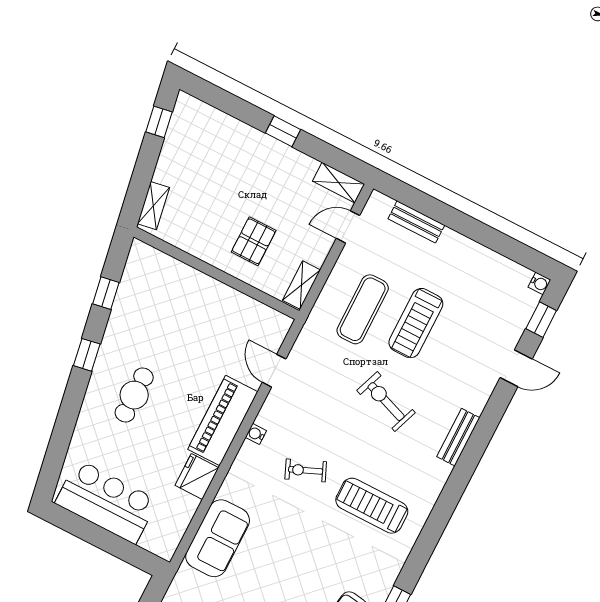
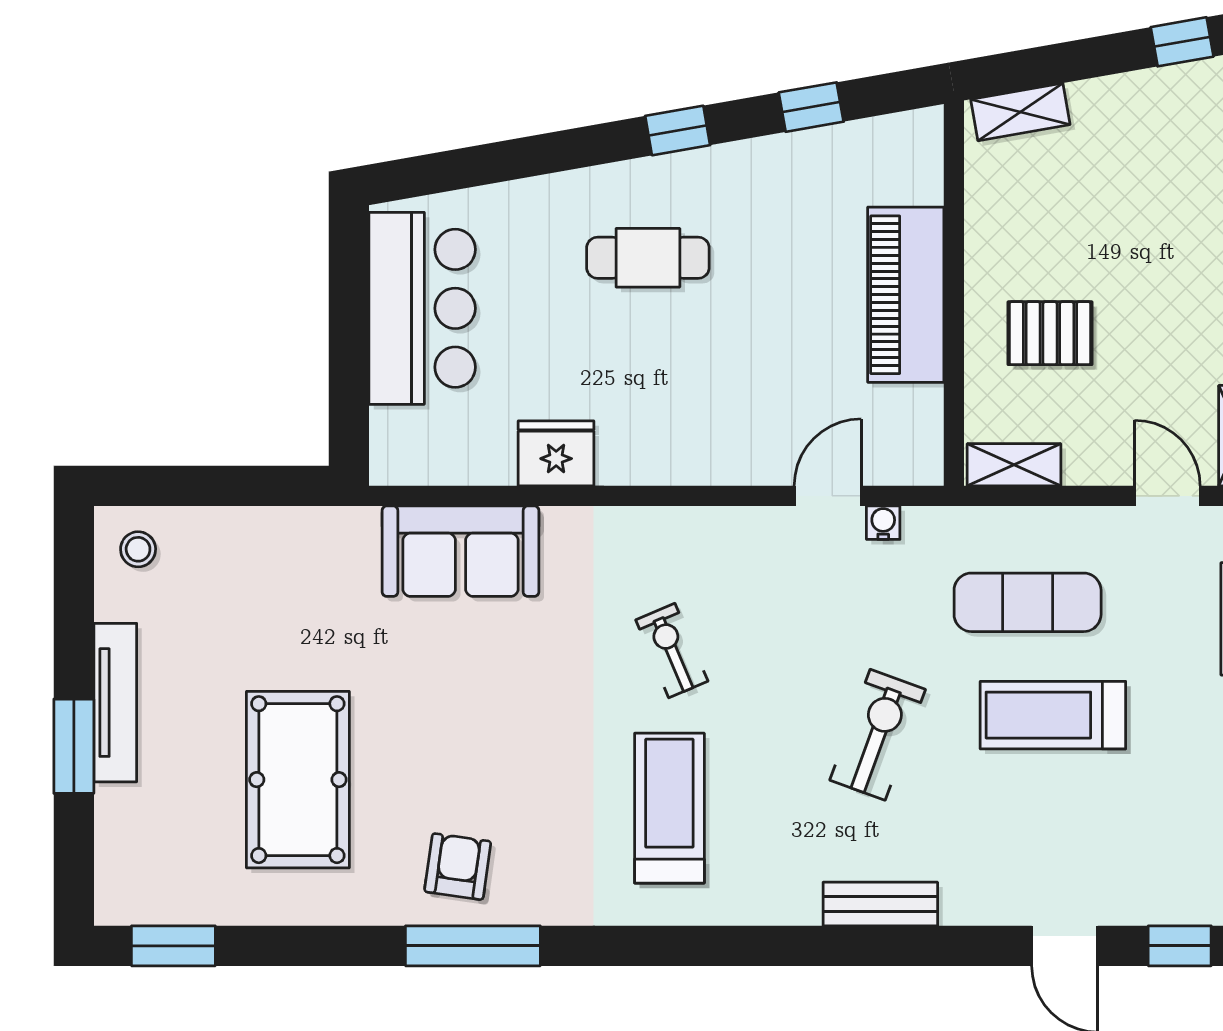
piano: (223, 421) -> (906, 295), moved, turned -90
water cooler: (256, 434) -> (883, 523), moved

